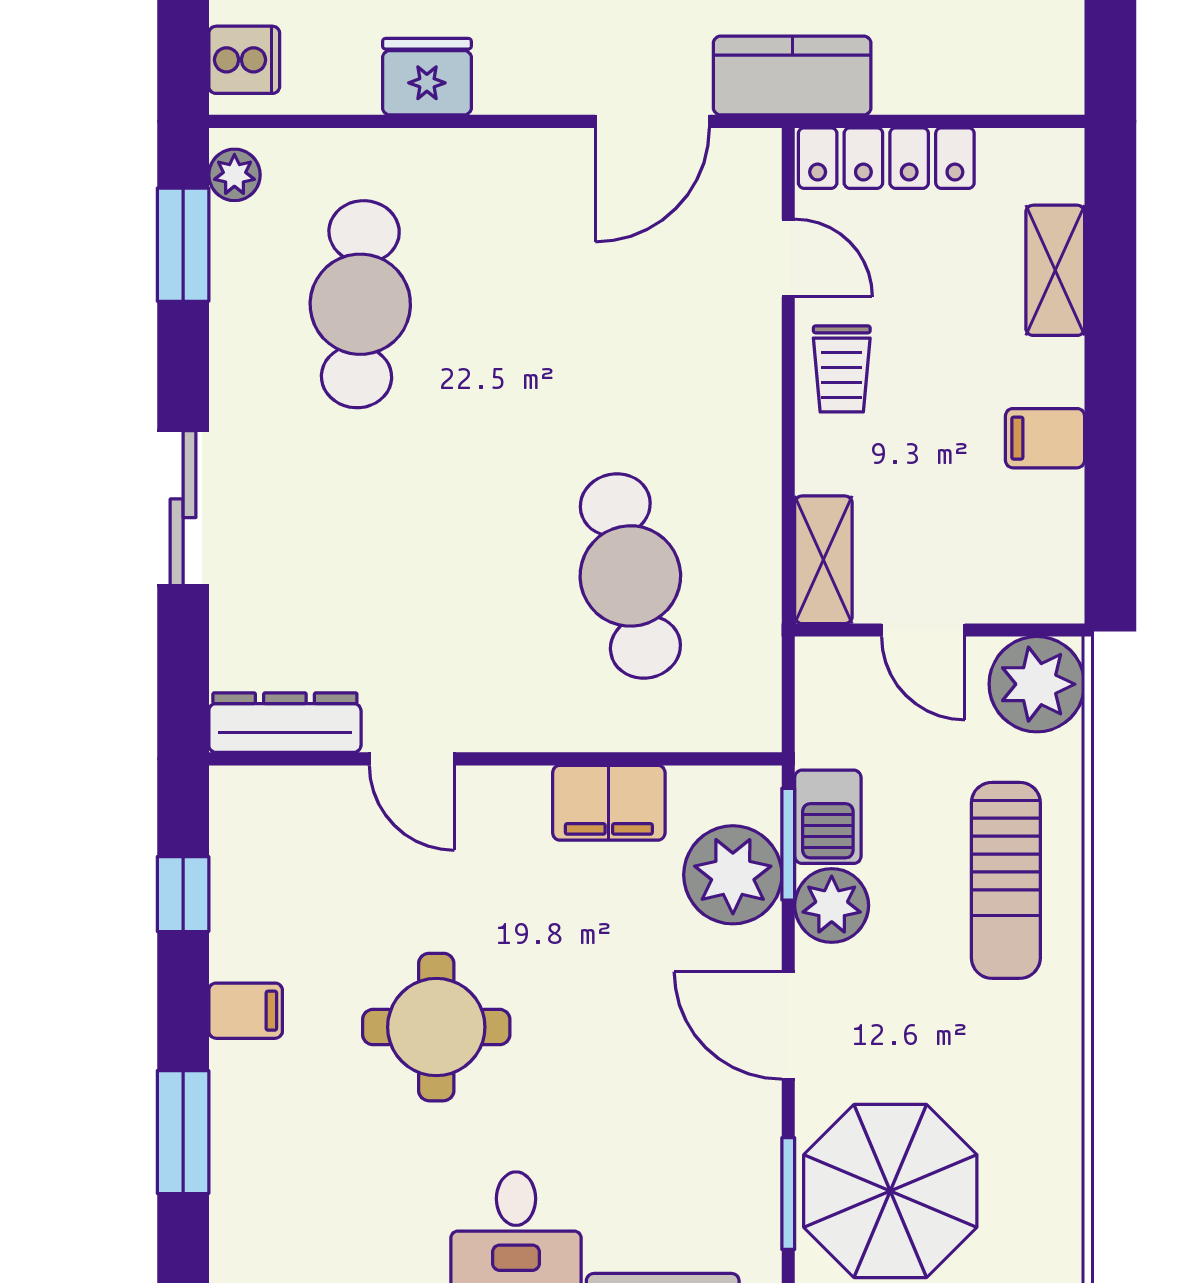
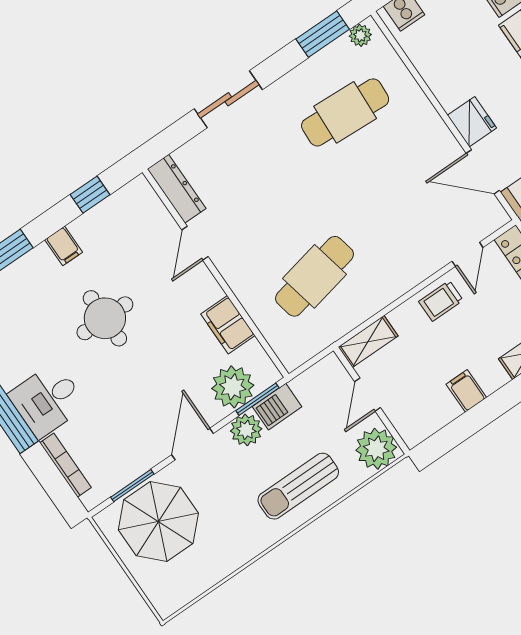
fridge: (427, 77) -> (472, 122), moved

